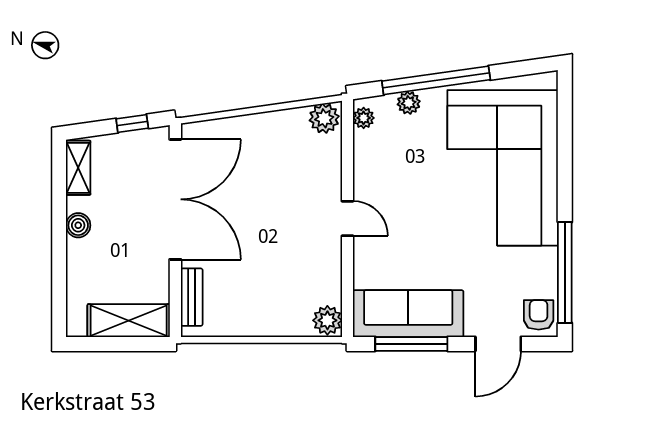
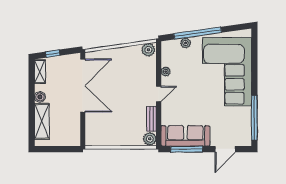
plant: (364, 118) -> (166, 72), moved
window: (132, 123) -> (53, 54), moved
door: (348, 219) -> (159, 94), hinge flipped
bench: (192, 297) -> (151, 119), moved
armchair: (539, 315) -> (243, 136), removed
shelving: (129, 321) -> (42, 121), moved, turned 90

